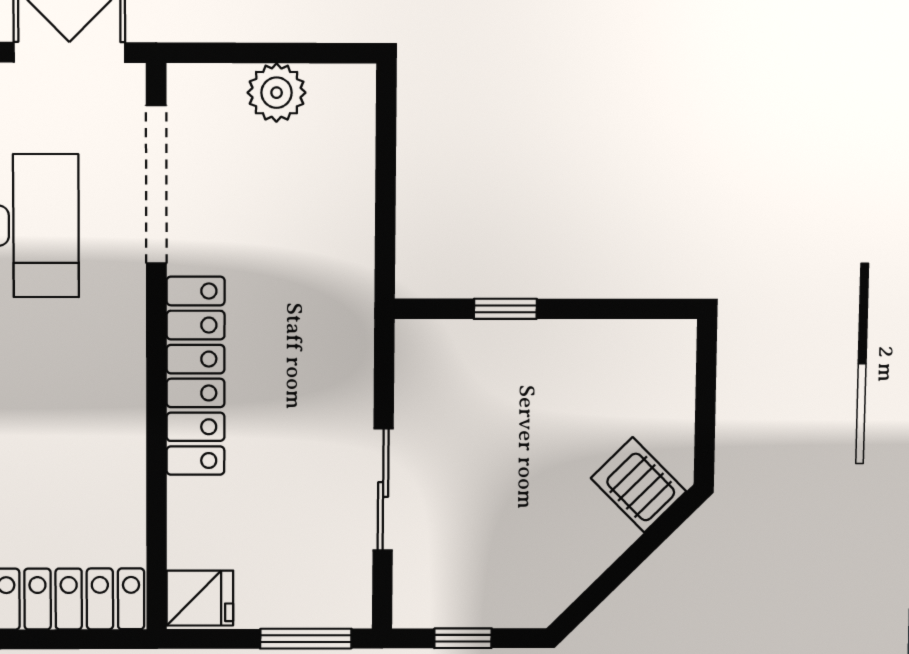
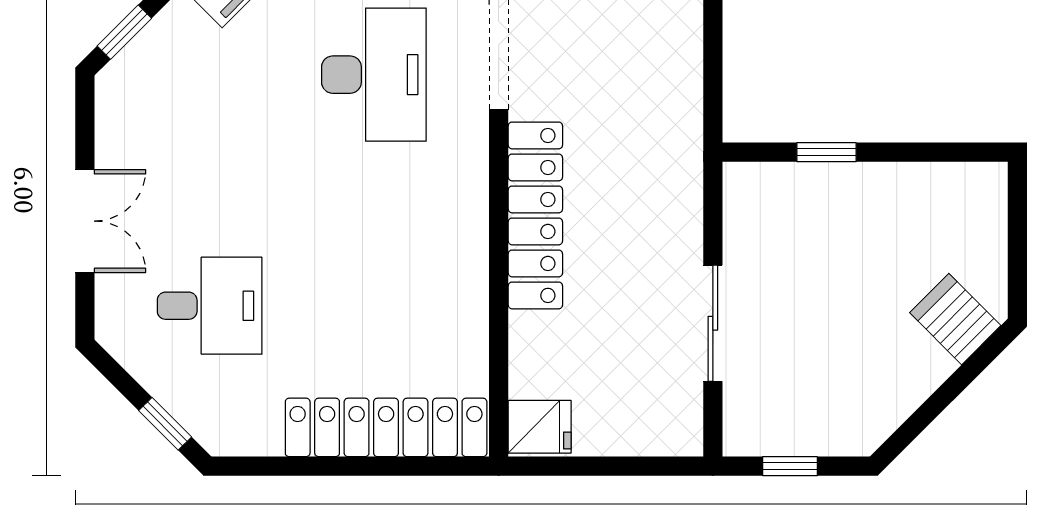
window: (306, 639) -> (640, 466), removed

